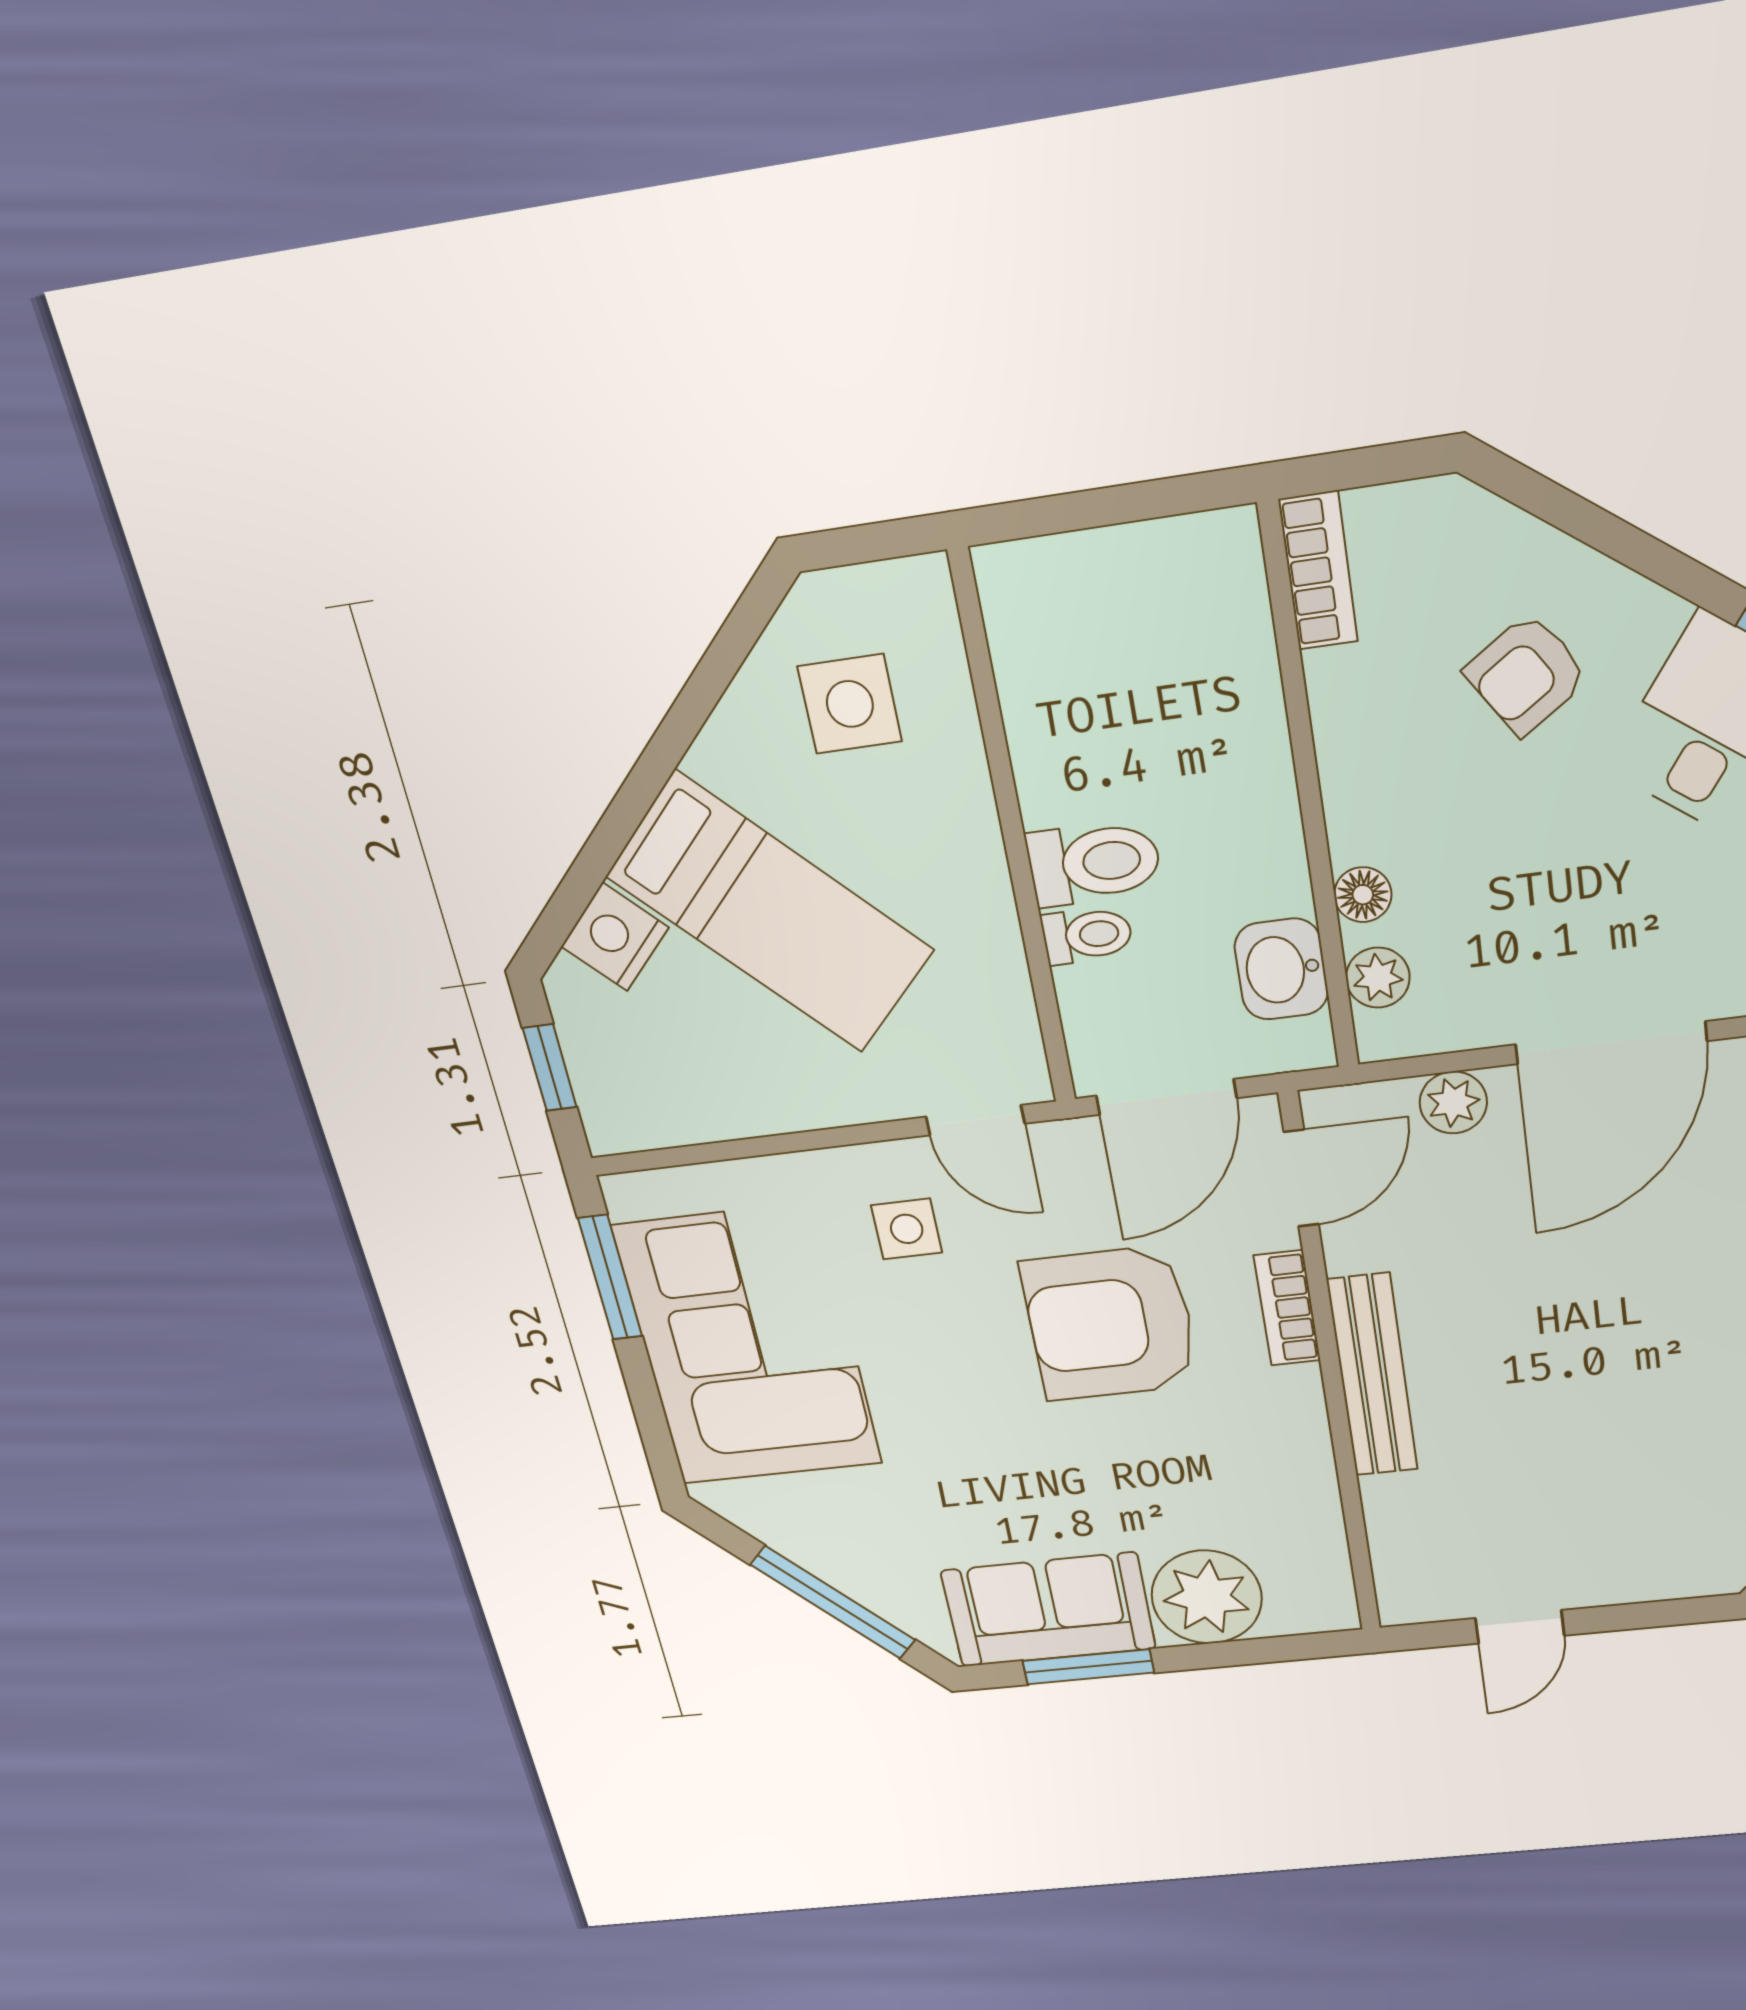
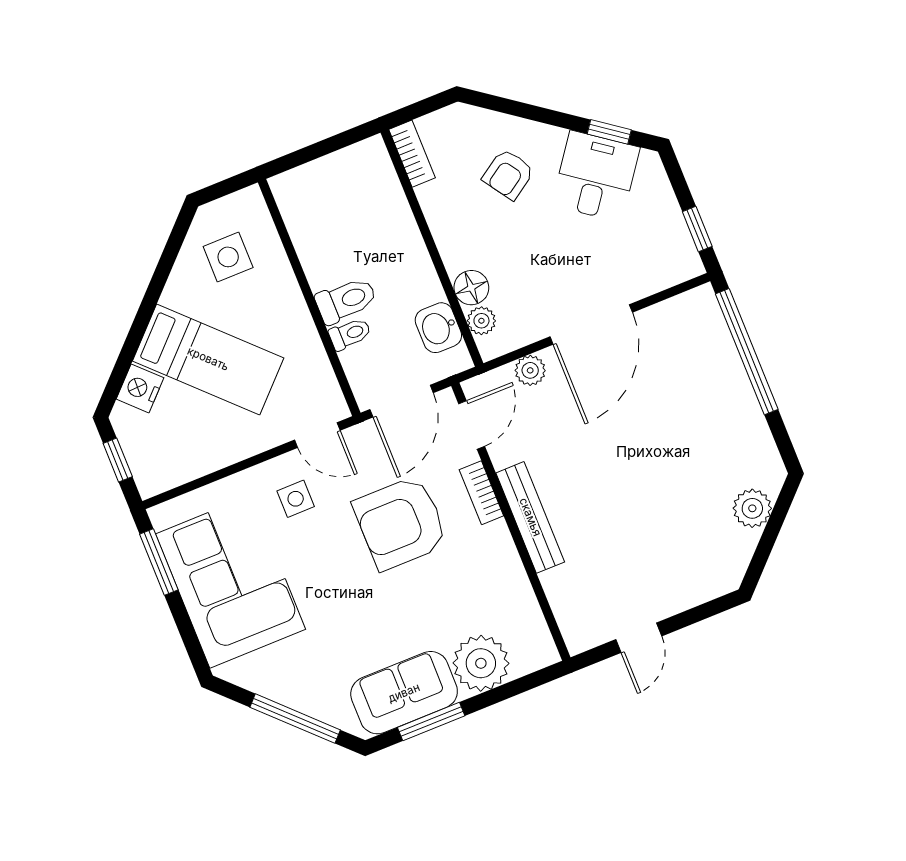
floor lamp: (1363, 895) -> (471, 288), width x1.37, depth x1.37

